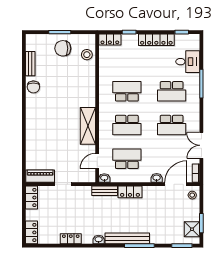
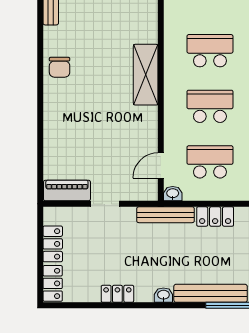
chair: (33, 87) -> (60, 67), moved
school desk: (127, 125) -> (210, 106), turned 180
shelving: (88, 126) -> (146, 75), moved
bench: (105, 191) -> (166, 215), width x1.36
locker: (32, 198) -> (53, 244), moved

